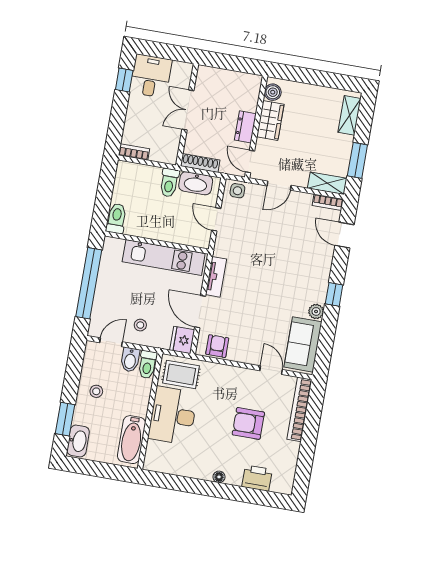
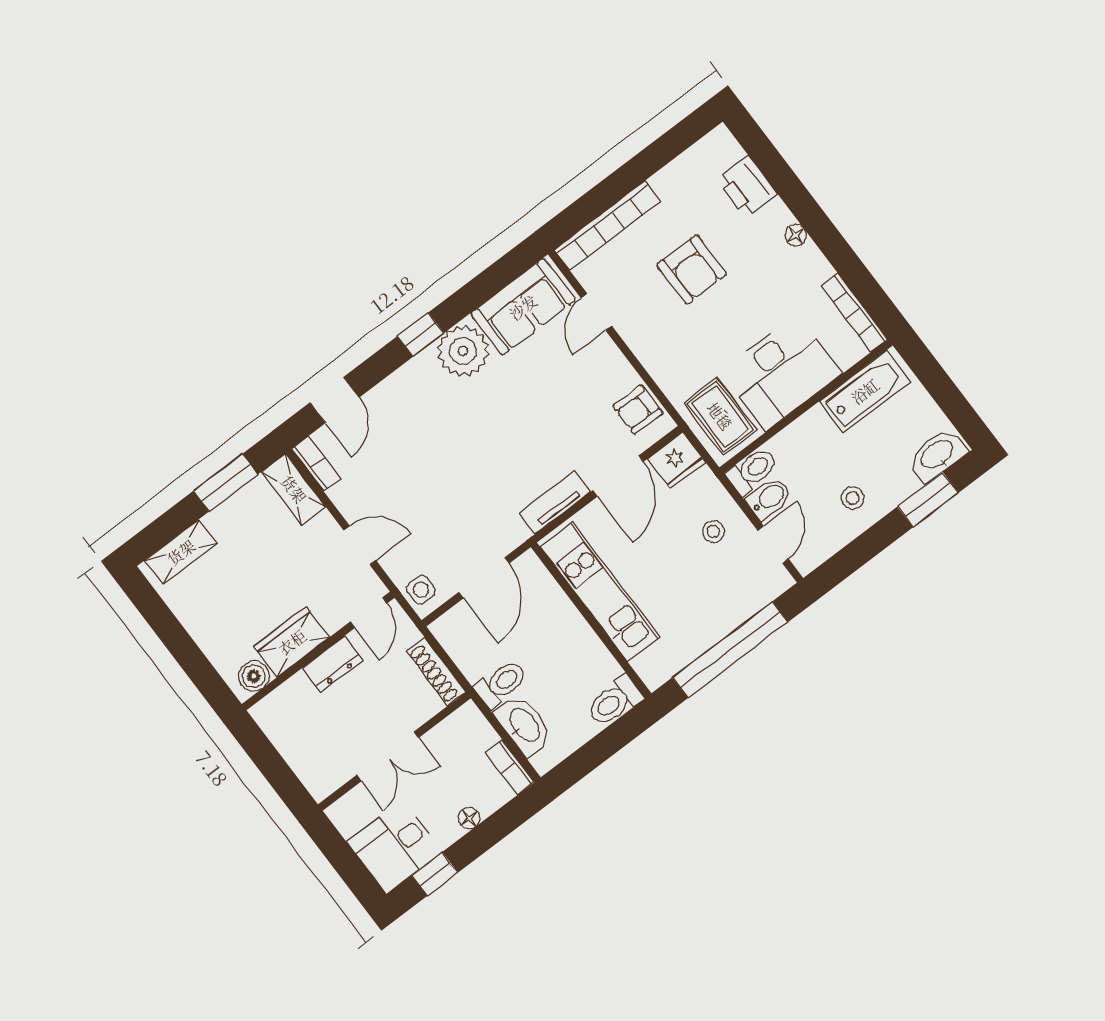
floor lamp: (131, 116) -> (469, 818), added
washbasin: (196, 183) -> (524, 725), moved
door: (216, 219) -> (484, 578), width x1.38
plant: (316, 311) -> (463, 351), width x1.88, depth x1.88
door: (111, 342) -> (773, 545), swing flipped
bookcase: (166, 468) -> (854, 313), added

